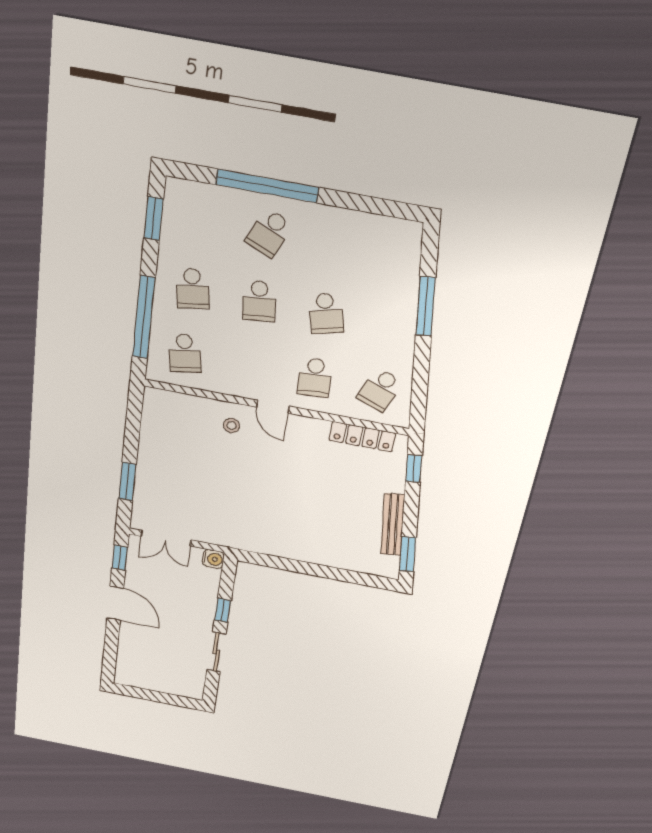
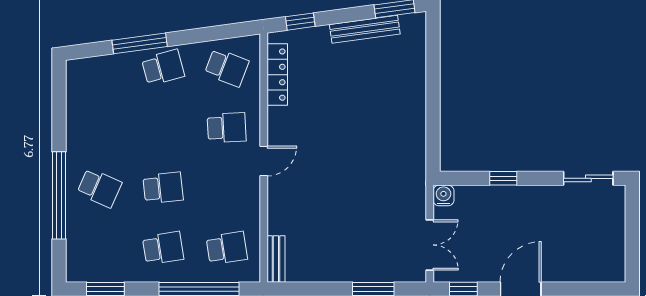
school desk: (326, 313) -> (163, 67), moved
bench: (168, 399) -> (276, 259), added
stool: (232, 426) -> (291, 196), removed
sliding door: (216, 652) -> (588, 178), moved

